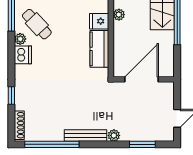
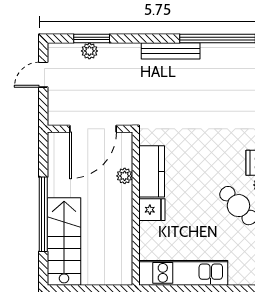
plant: (119, 15) -> (125, 176), moved
plant: (114, 135) -> (89, 51), moved

